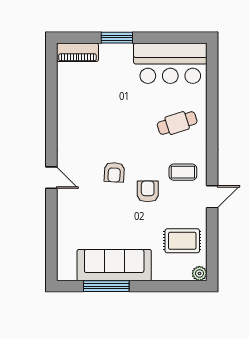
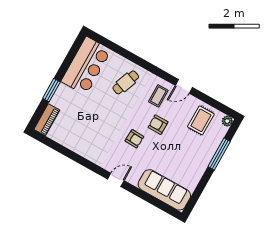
cafe table: (177, 123) -> (126, 82), turned 39
door: (212, 197) -> (184, 86), swing flipped
sofa: (114, 265) -> (164, 190), moved, turned 90
window: (106, 286) -> (219, 154), moved

